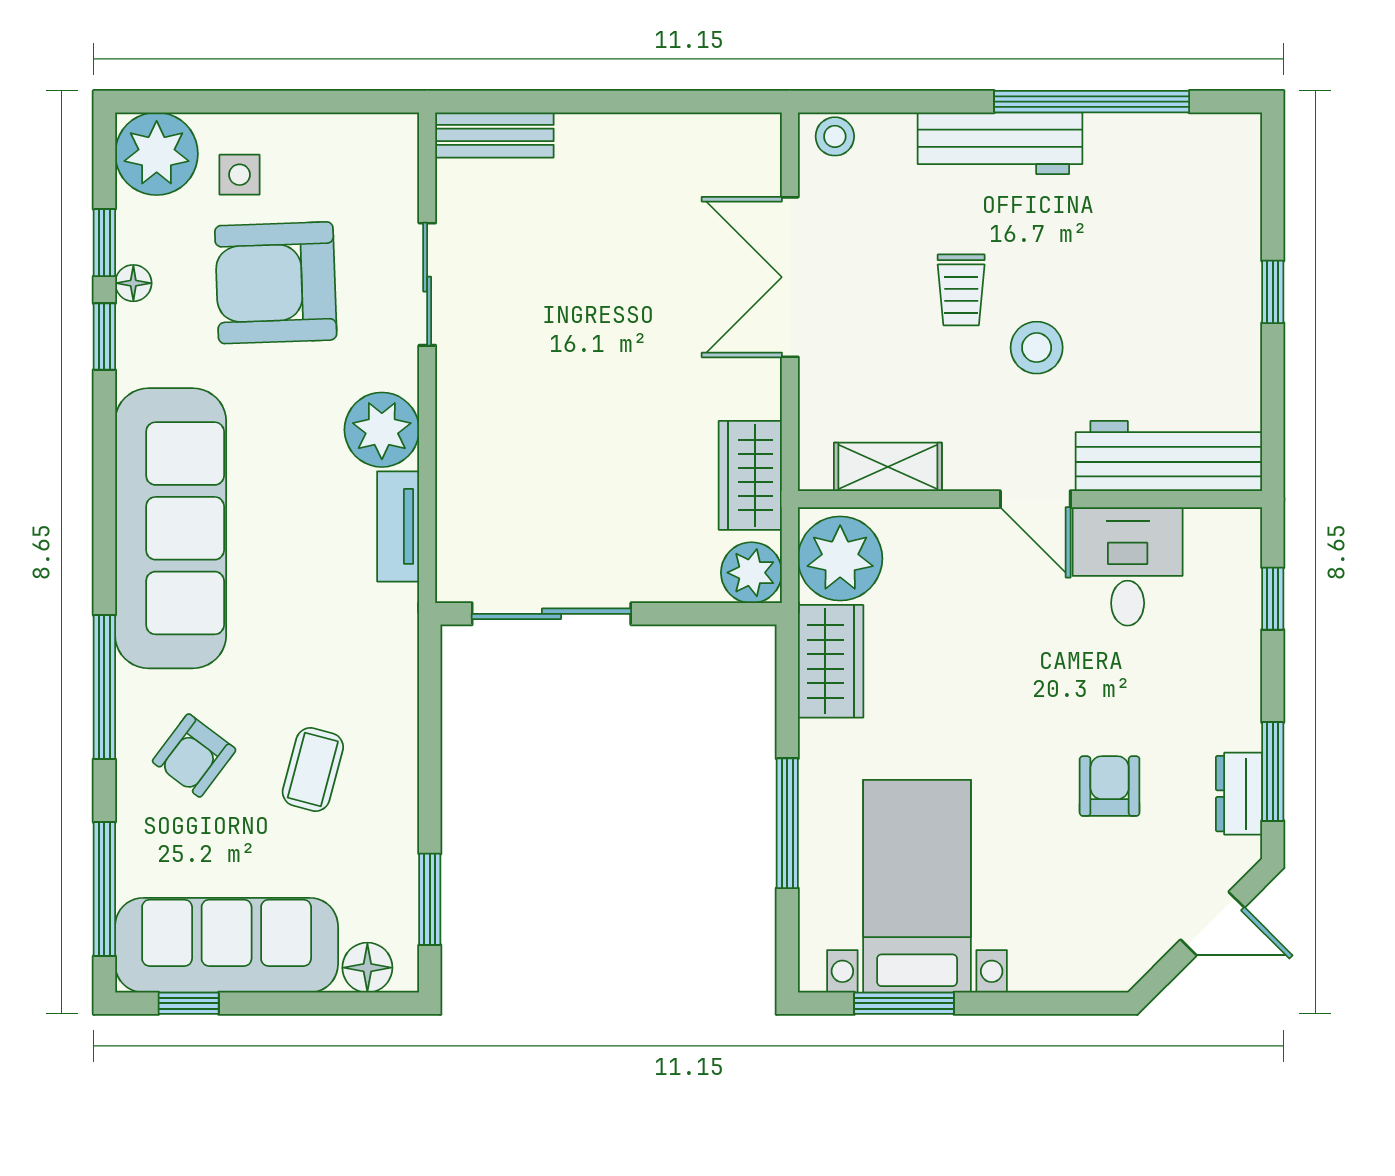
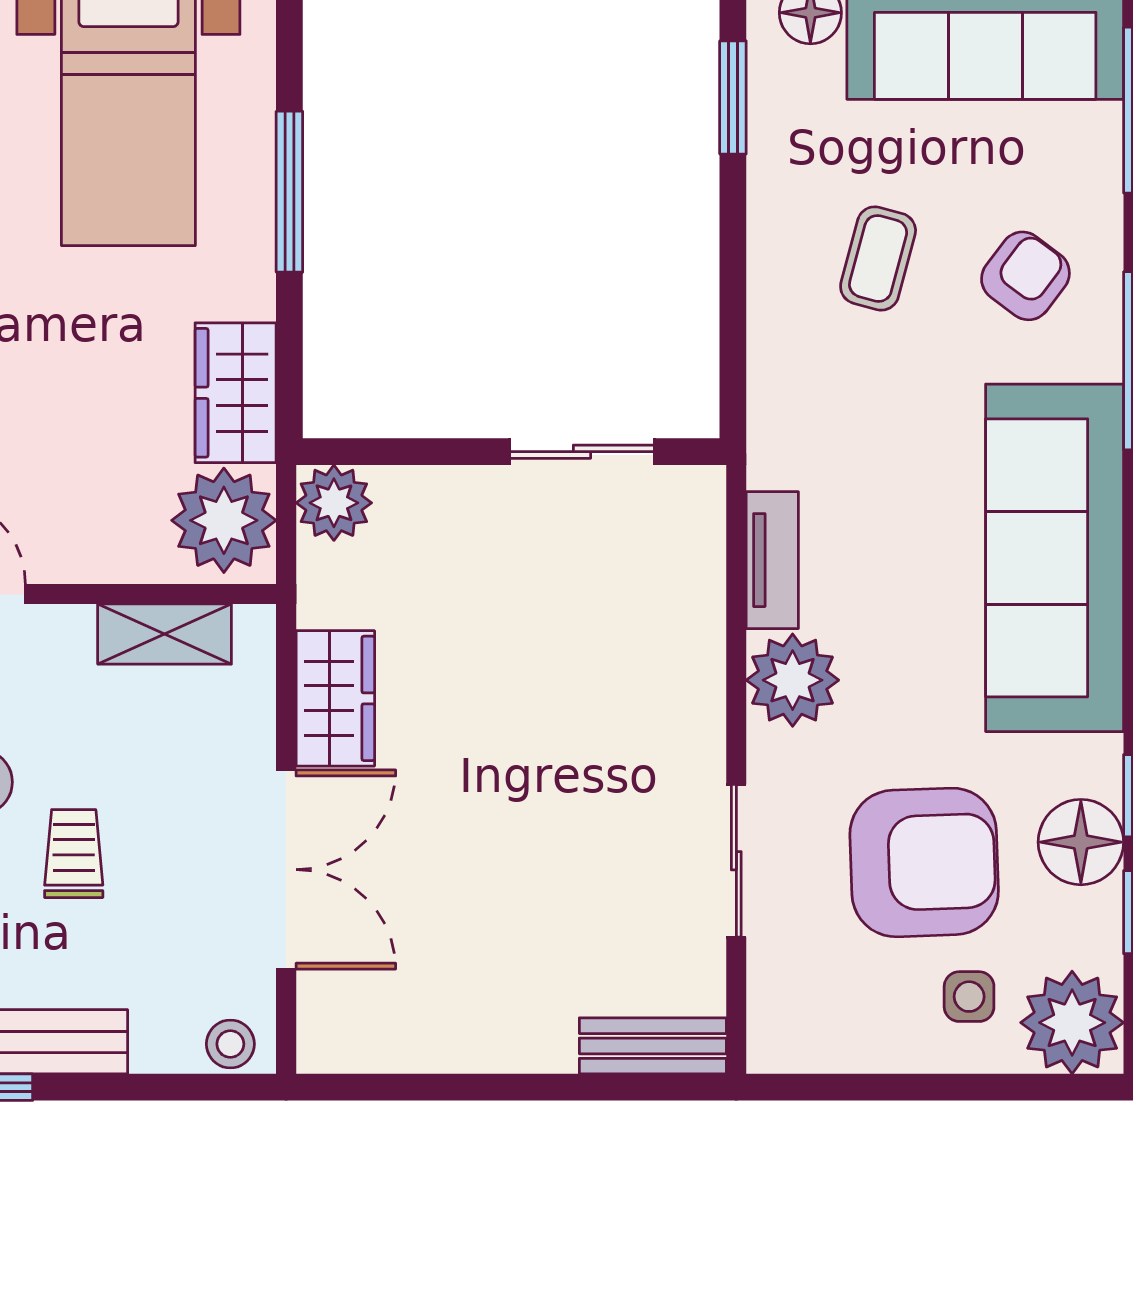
floor lamp: (133, 283) -> (1081, 842), width x1.89, depth x1.89
wardrobe: (750, 475) -> (335, 698), moved
sliding door: (551, 614) -> (582, 452), width x0.73

